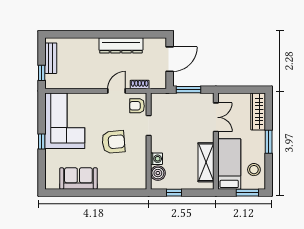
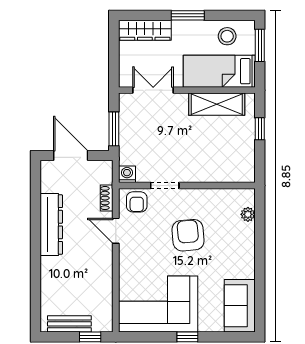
washing machine: (156, 159) -> (127, 174), moved
boiler: (158, 173) -> (232, 172), removed
sofa: (78, 178) -> (240, 306), moved
plant: (128, 184) -> (248, 214), added
window: (174, 193) -> (260, 129), moved

